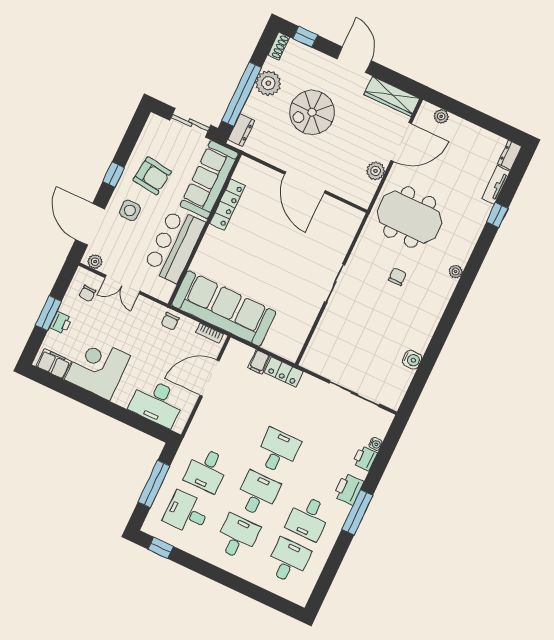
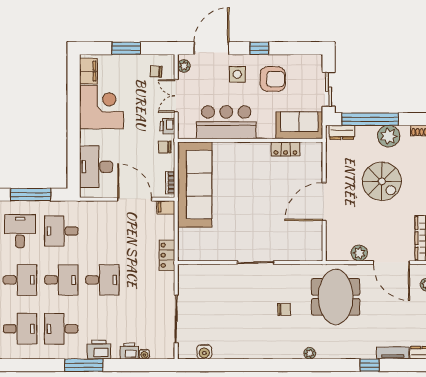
spiral stairs: (312, 112) -> (382, 181), turned 180
armchair: (152, 176) -> (273, 79), turned -97
sofa: (209, 180) -> (299, 125), width x0.73
locker: (227, 205) -> (285, 149), width x0.66
printer: (61, 323) -> (167, 126), moved, turned 90
water cooler: (412, 360) -> (204, 352), moved
filing cabinet: (259, 362) -> (166, 207), moved

